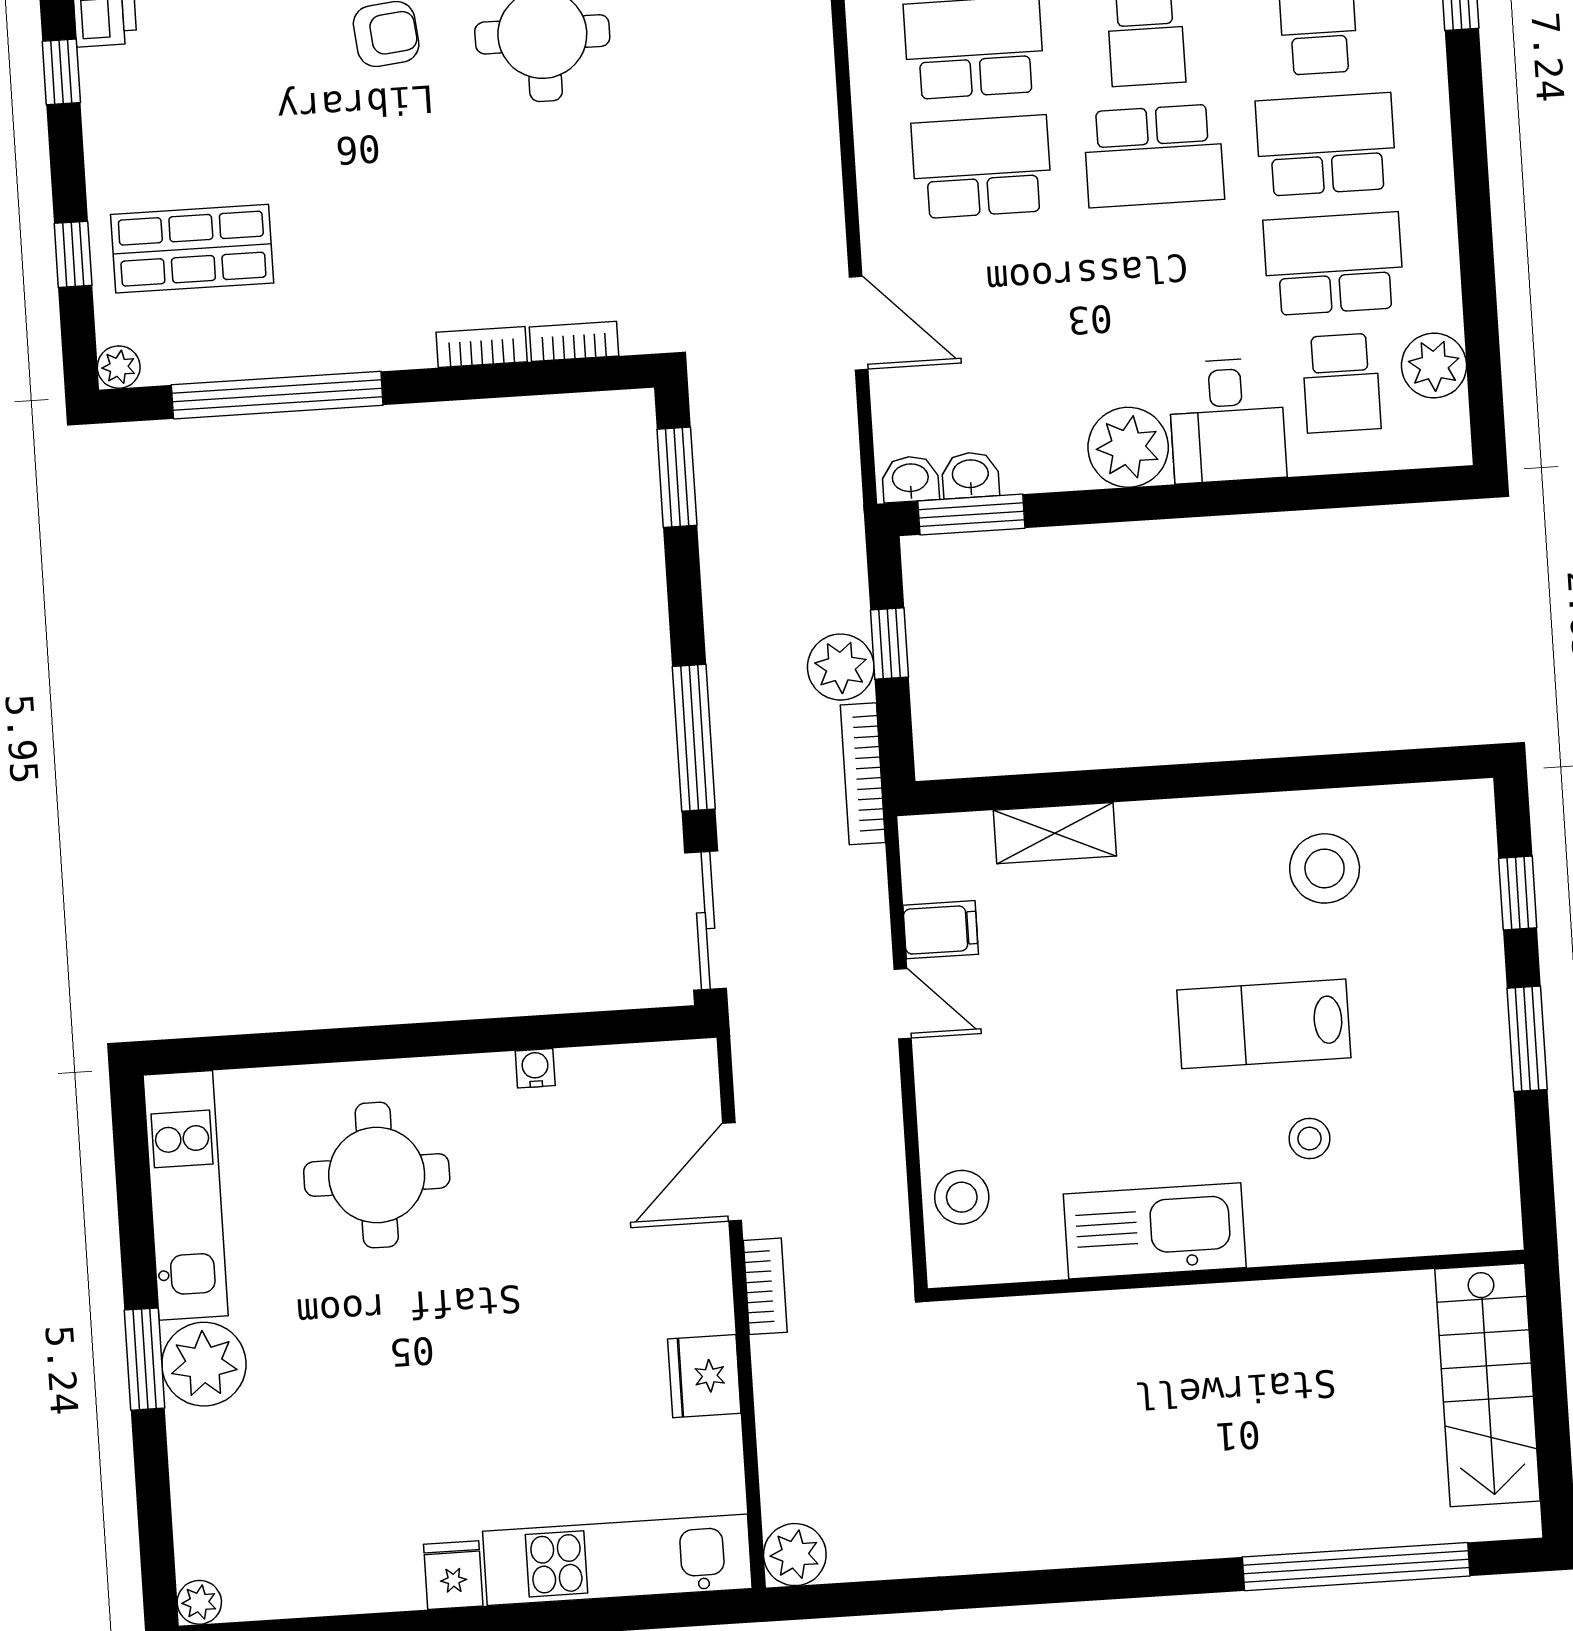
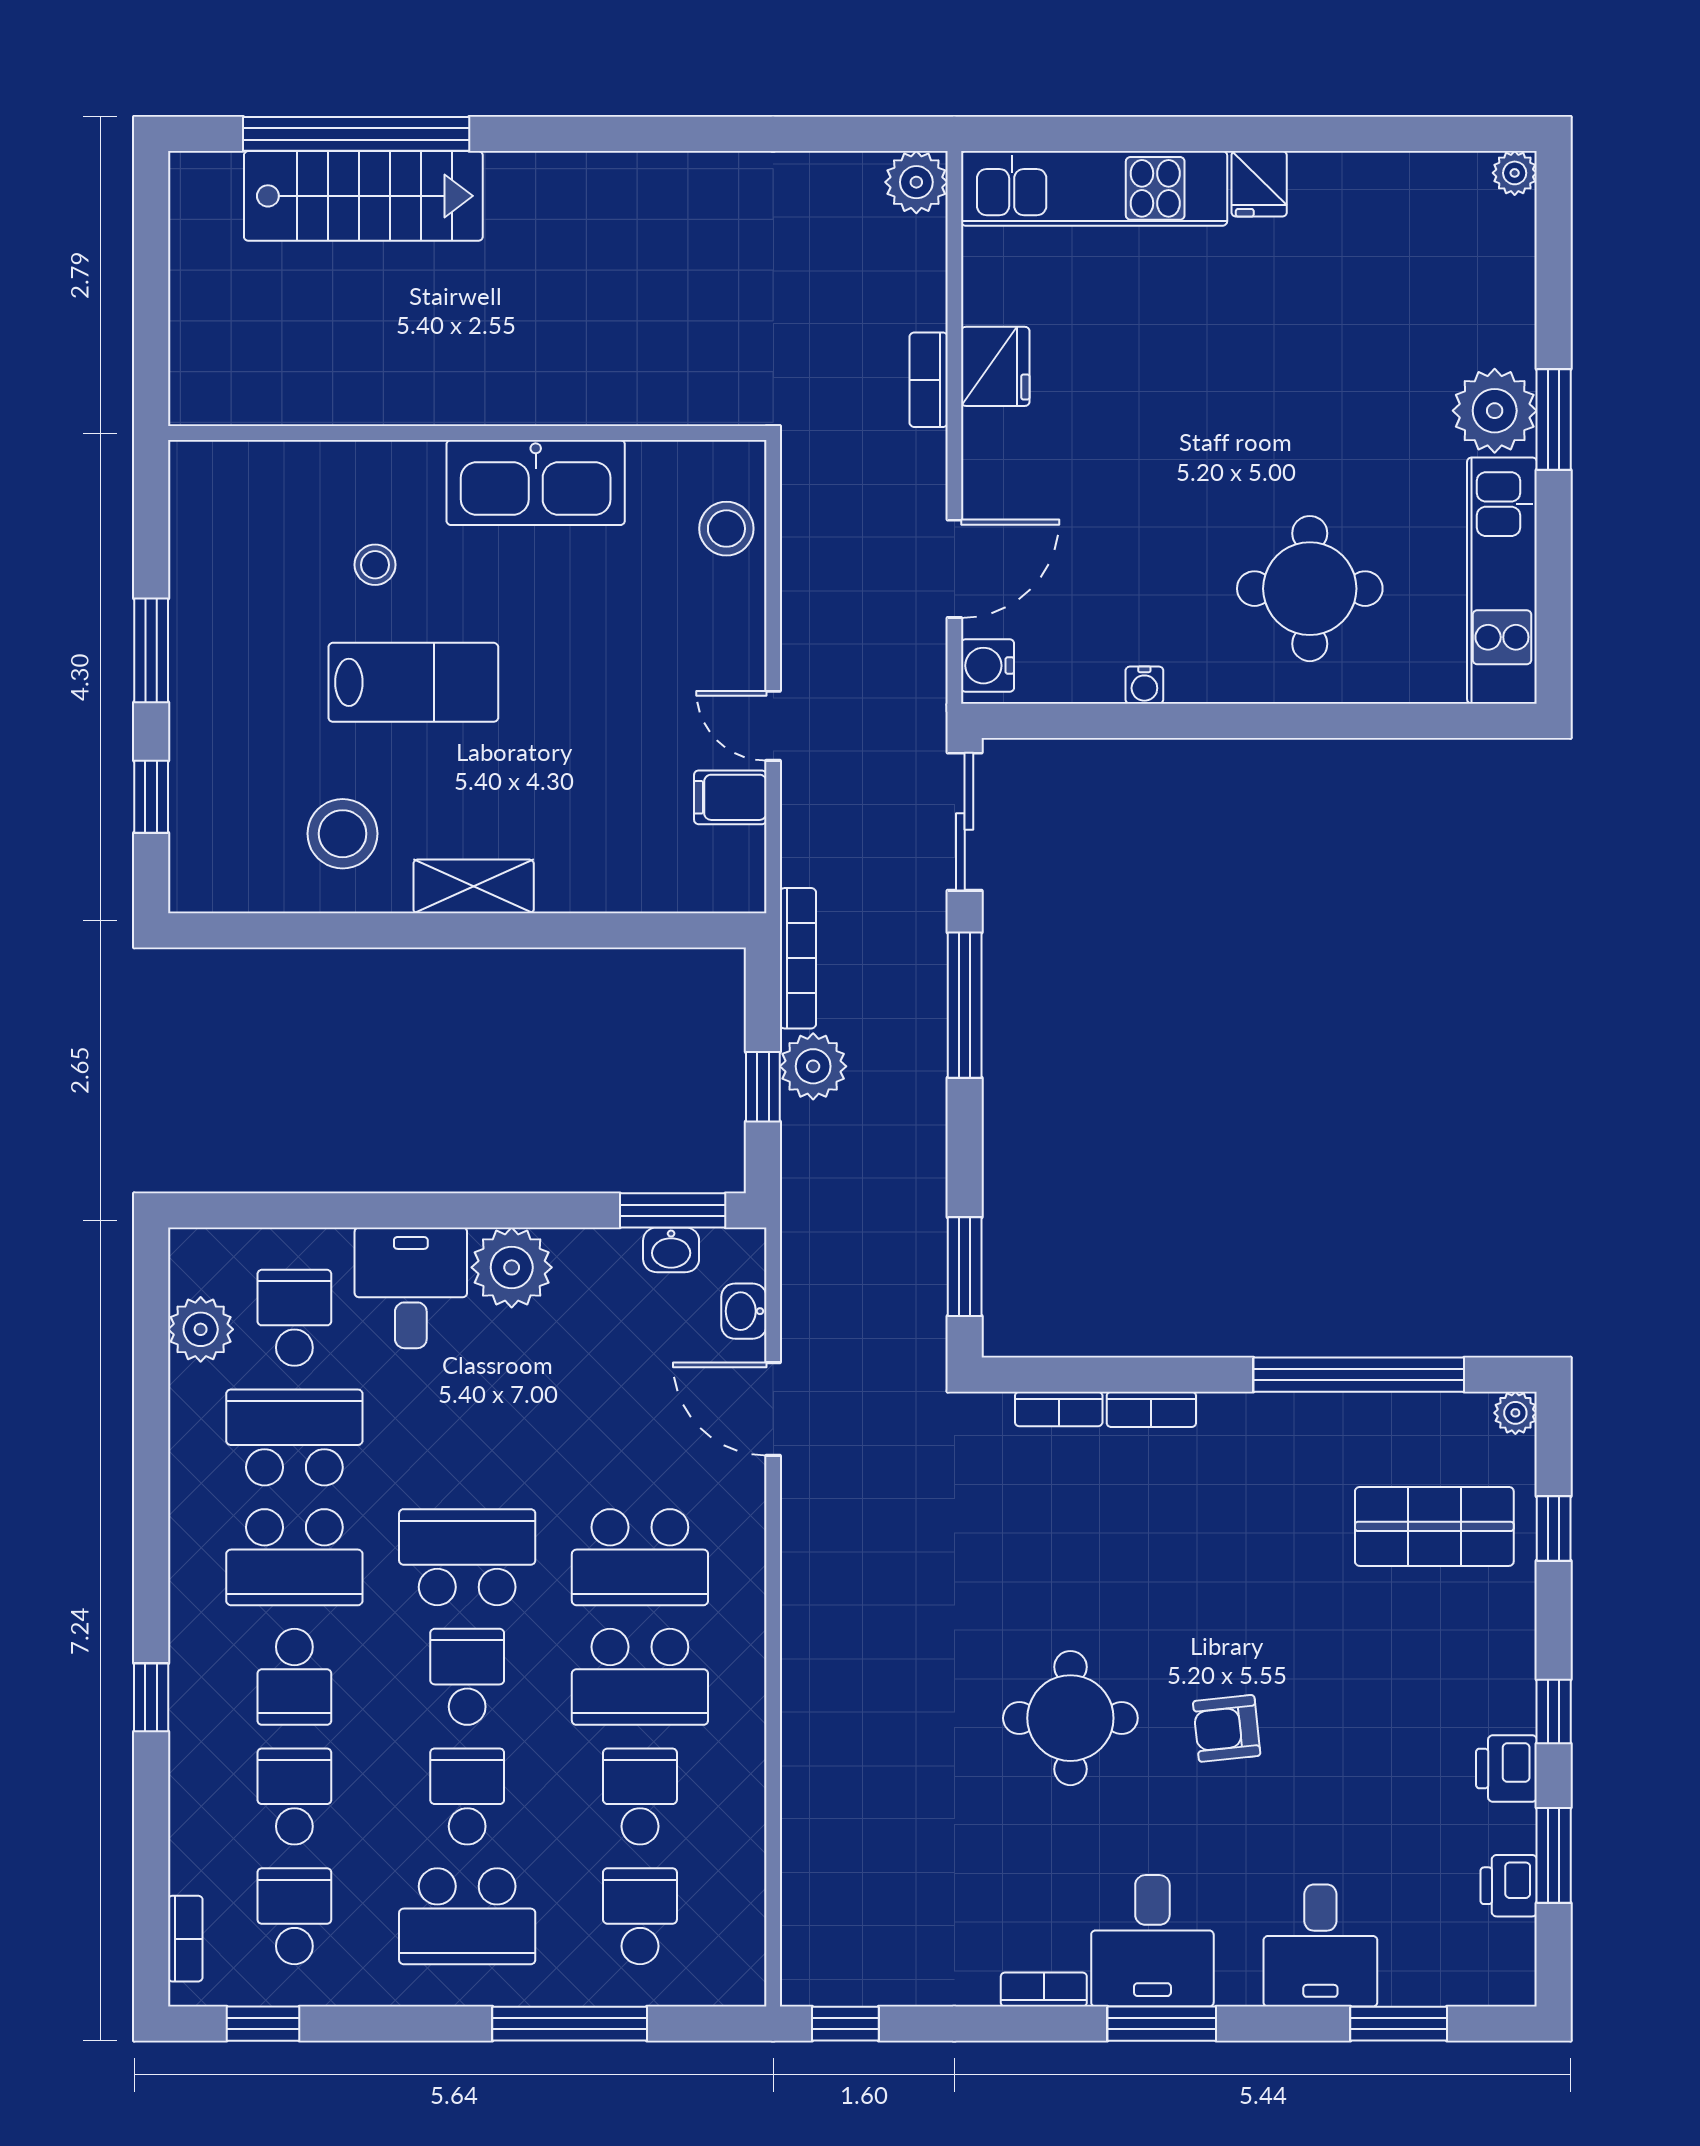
school desk: (1334, 264) -> (294, 1437), turned 180
washbasin: (910, 479) -> (744, 1311), moved, turned 90
shelving: (1055, 833) -> (474, 886), moved
water cooler: (693, 1078) -> (988, 666), added
bookcase: (765, 1286) -> (929, 380), moved
stairs: (1487, 1385) -> (363, 196), moved, turned 90

